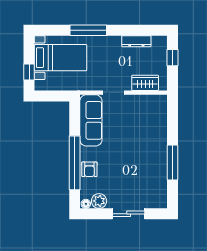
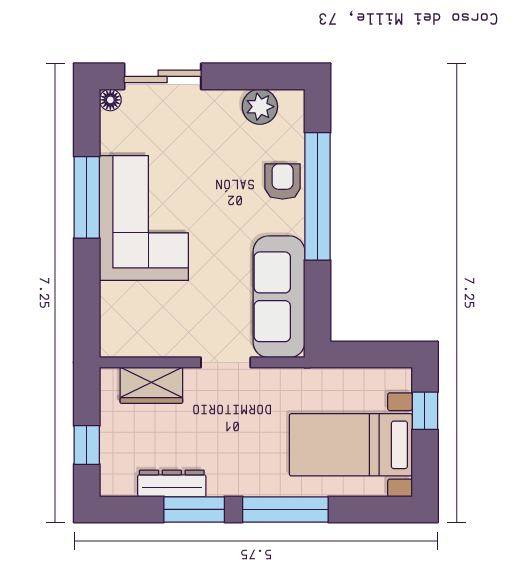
window: (127, 30) -> (194, 509), added
corner sofa: (148, 154) -> (144, 218), added
floor lamp: (86, 204) -> (110, 100), moved
sliding door: (129, 214) -> (163, 76), moved

